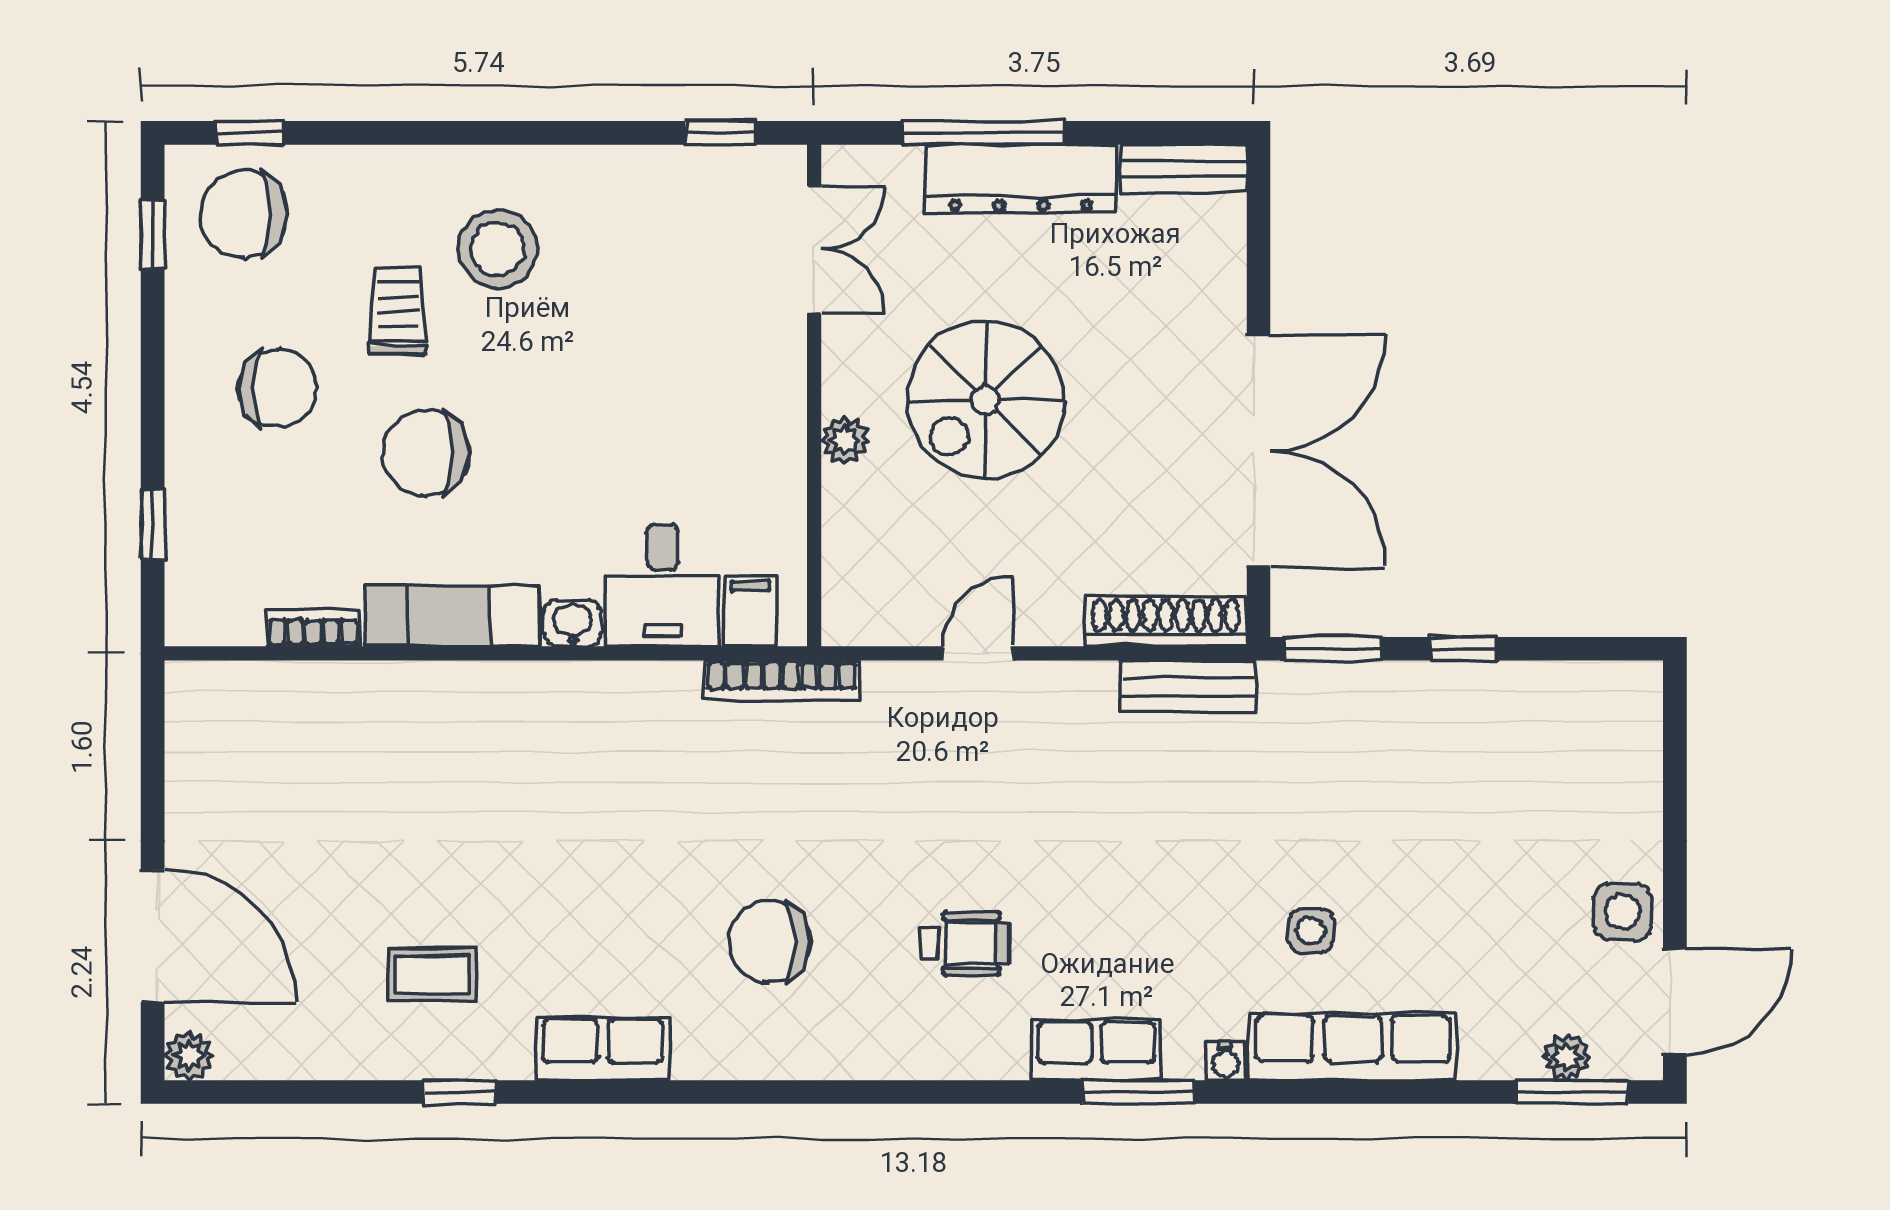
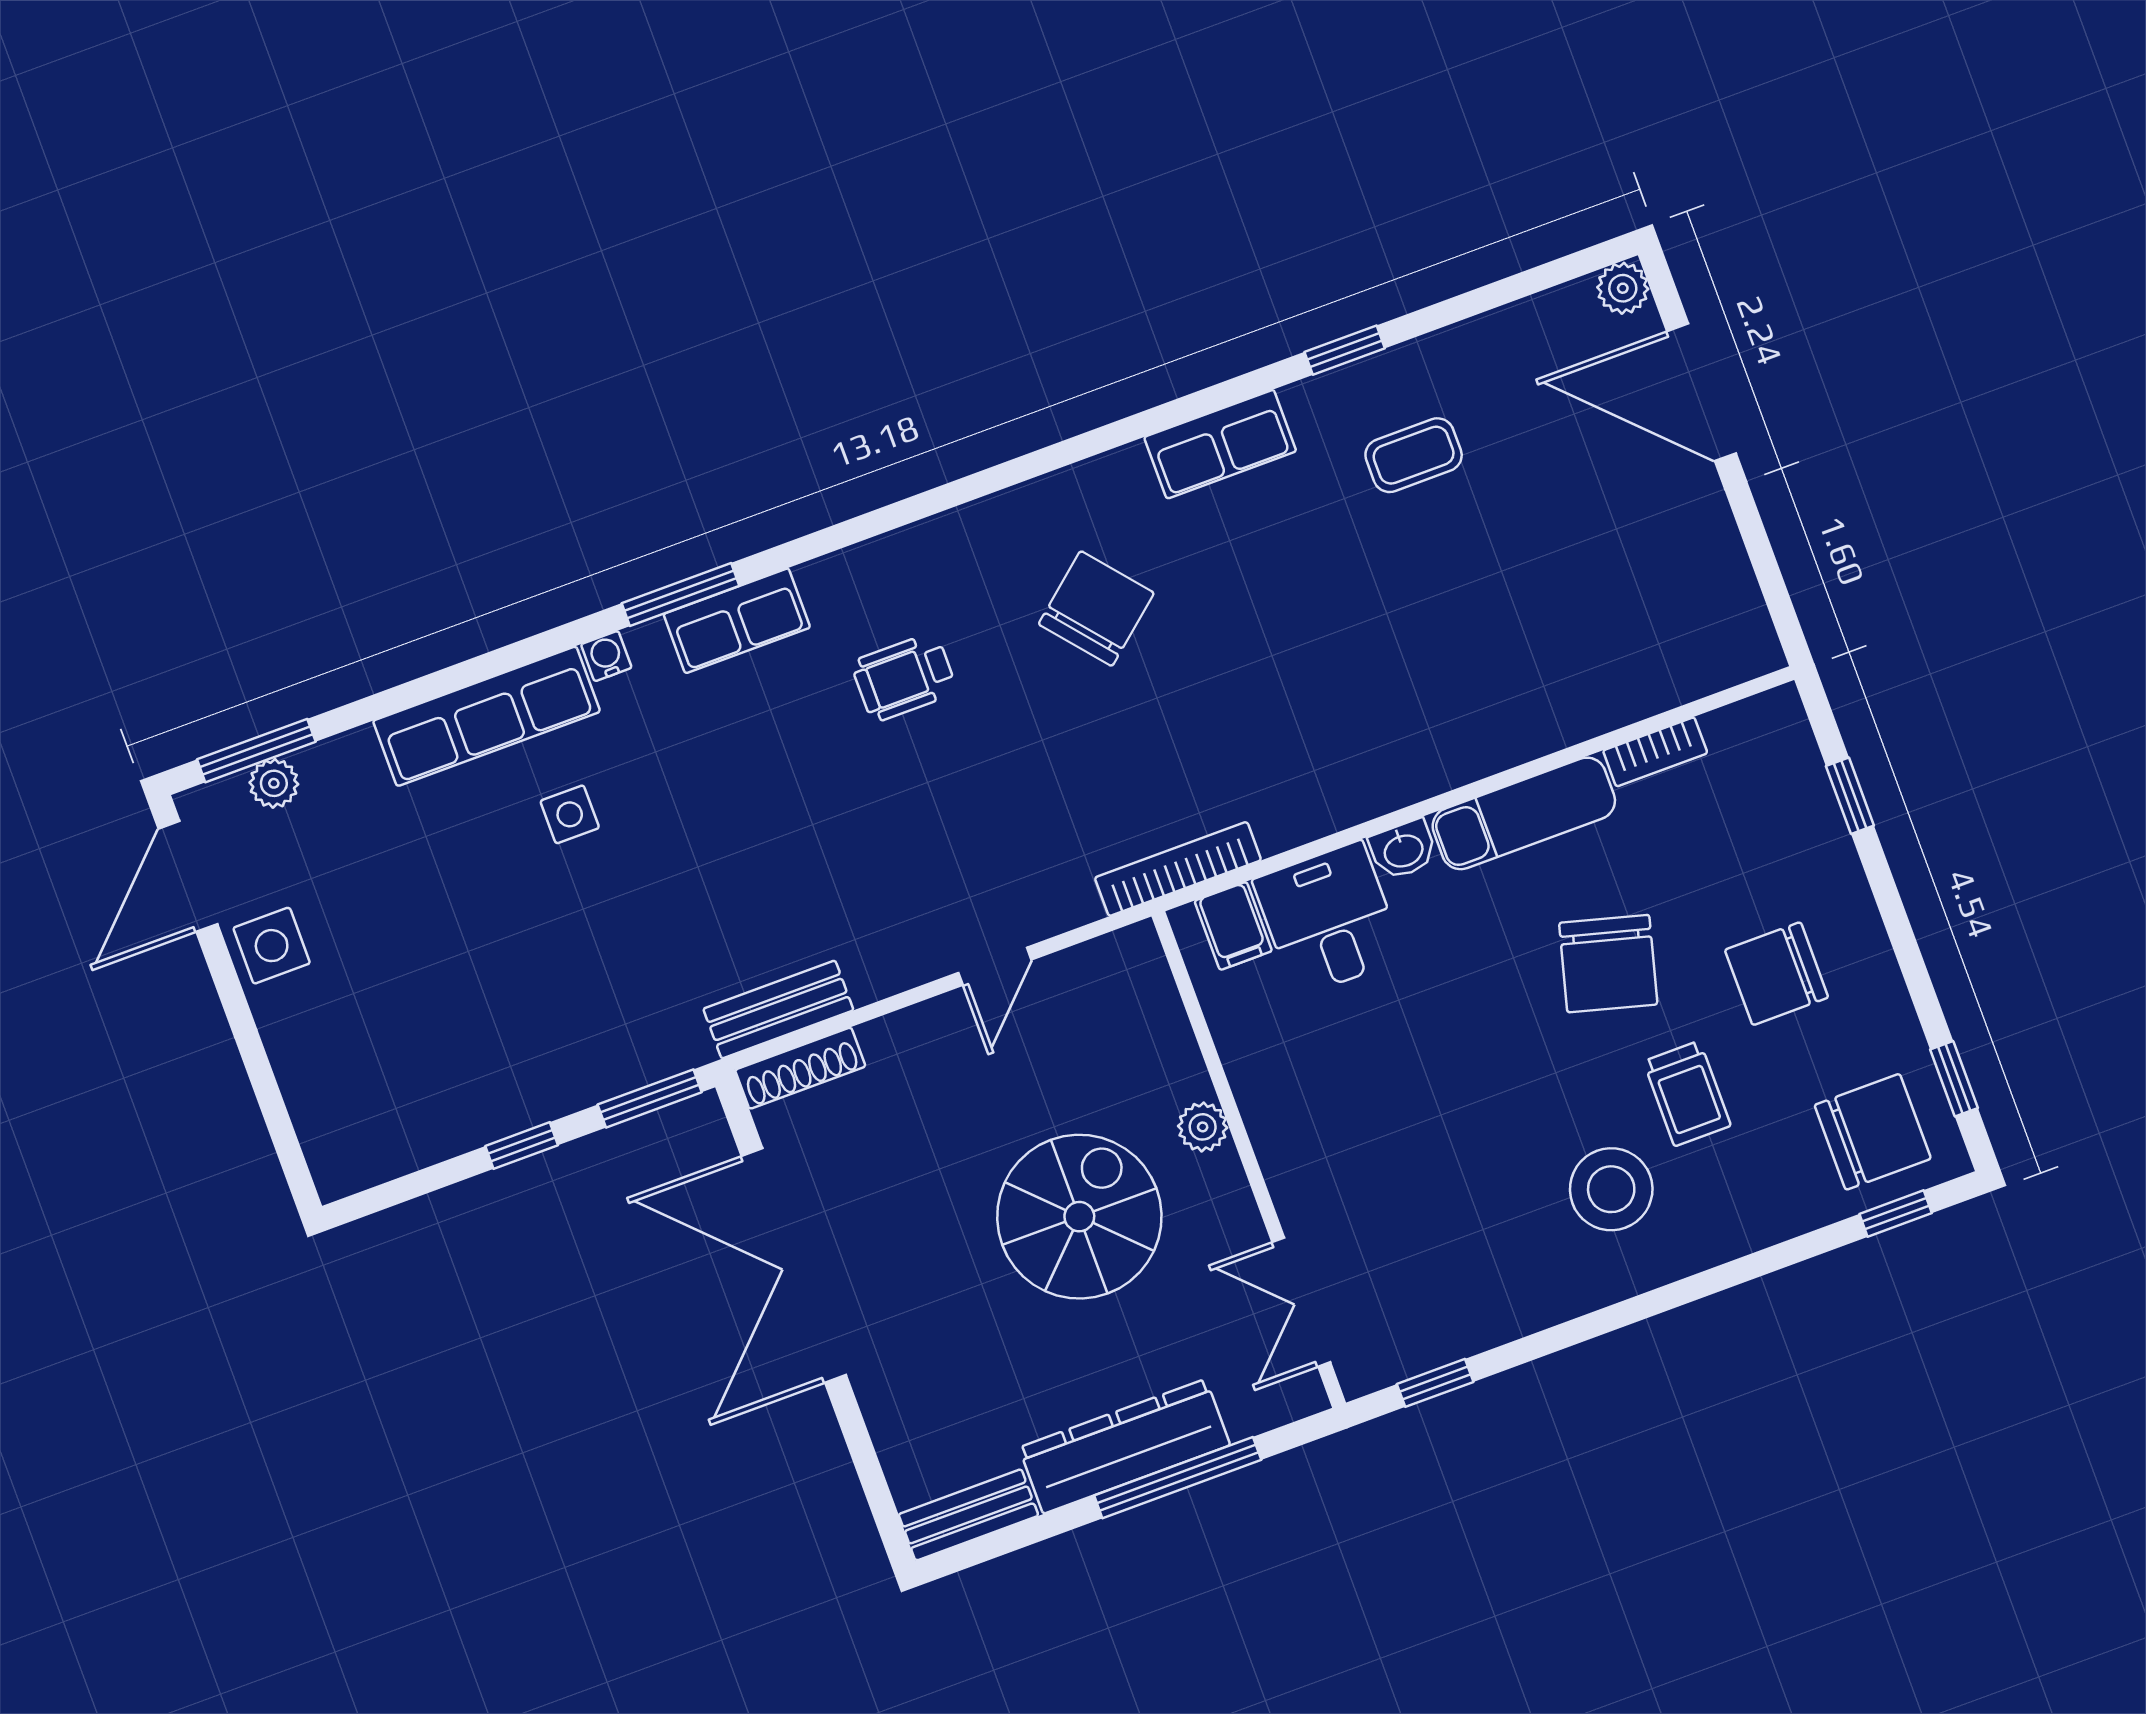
chair: (426, 453) -> (1608, 964), turned 105
shoe rack: (1166, 621) -> (800, 1068), width x0.74, depth x0.81
chair: (769, 942) -> (1096, 609), turned -40

